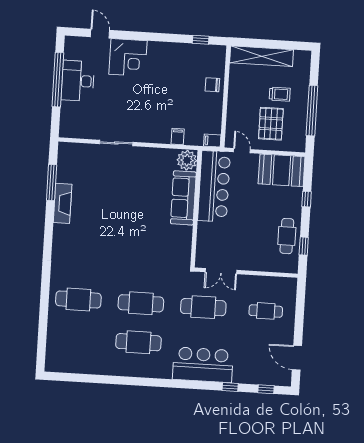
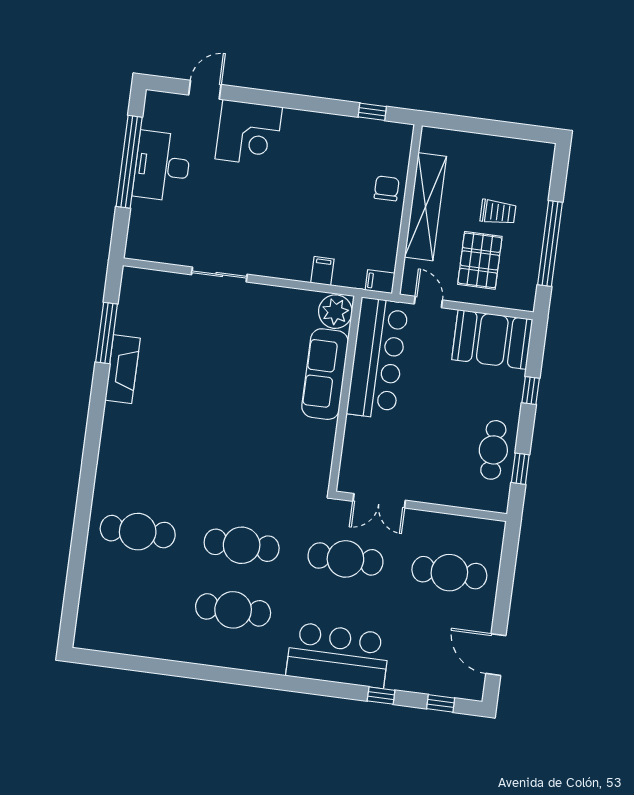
door: (100, 34) -> (205, 90), hinge flipped
shelving: (262, 56) -> (425, 207), moved, turned 90
chair: (212, 85) -> (387, 188), turned 90
cafe table: (266, 311) -> (449, 573), width x1.37, depth x1.35

